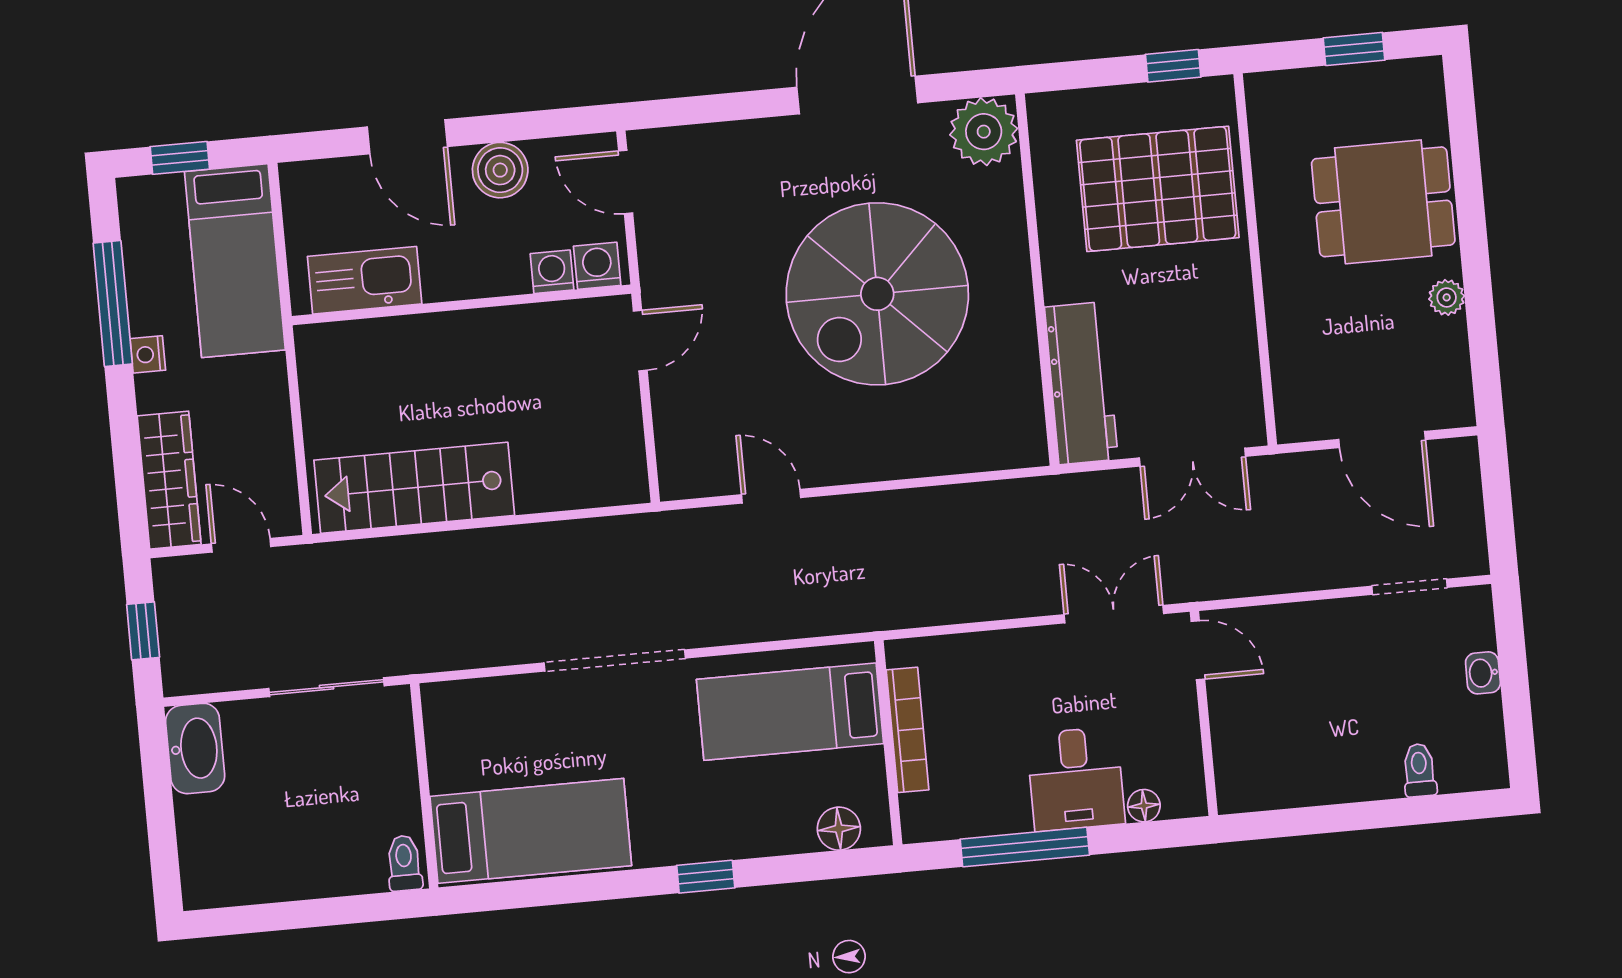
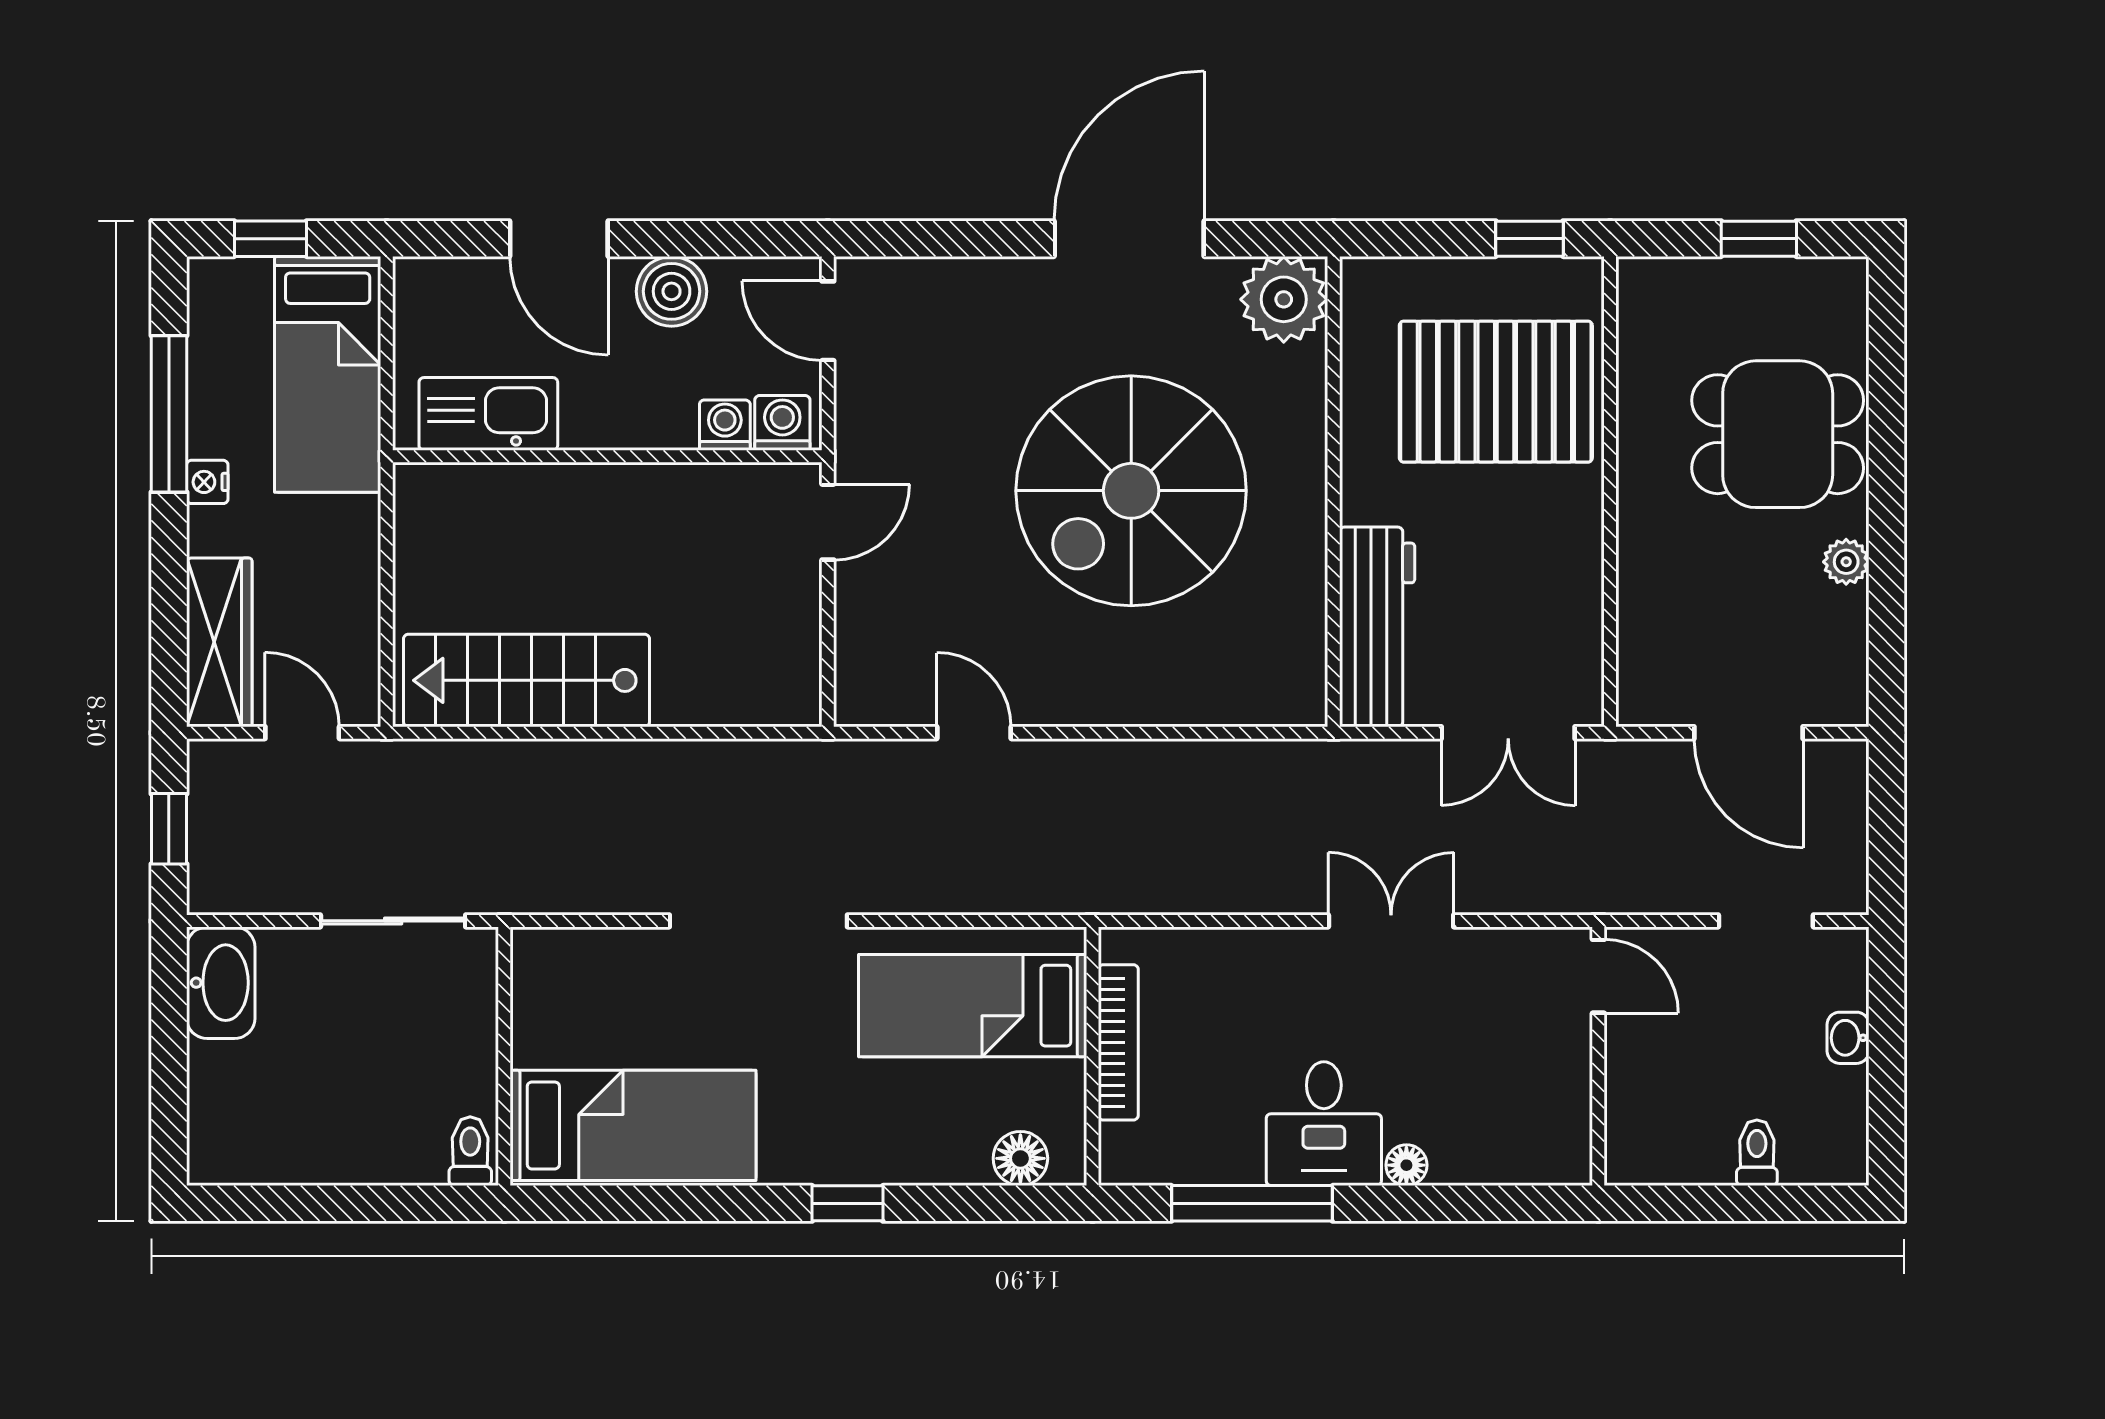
door: (1198, 650) -> (1598, 976), moved
wall: (1204, 713) -> (1598, 1056), moved

